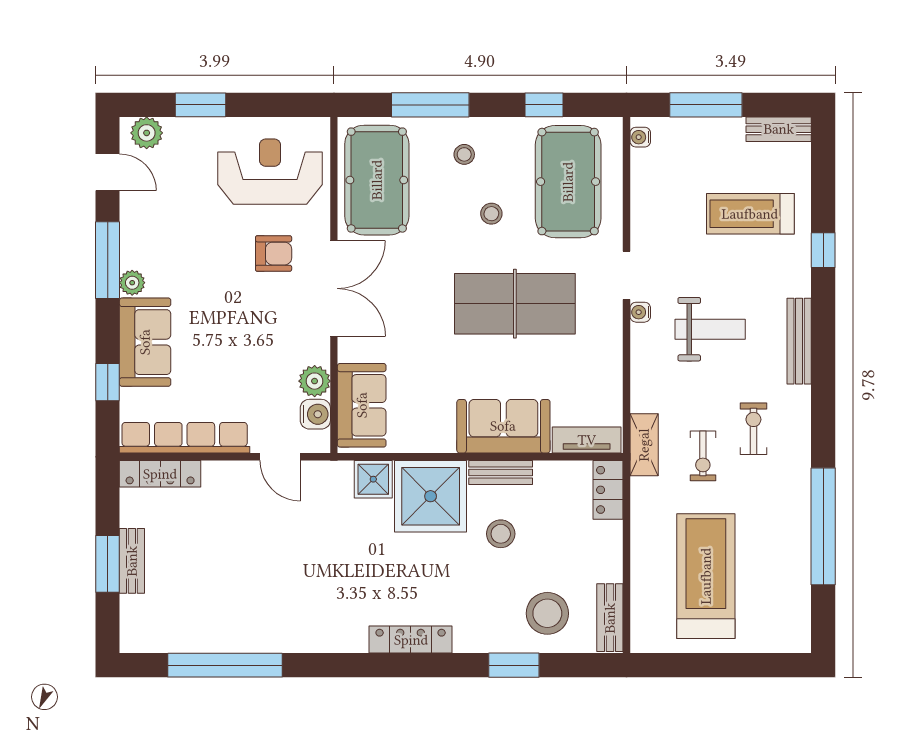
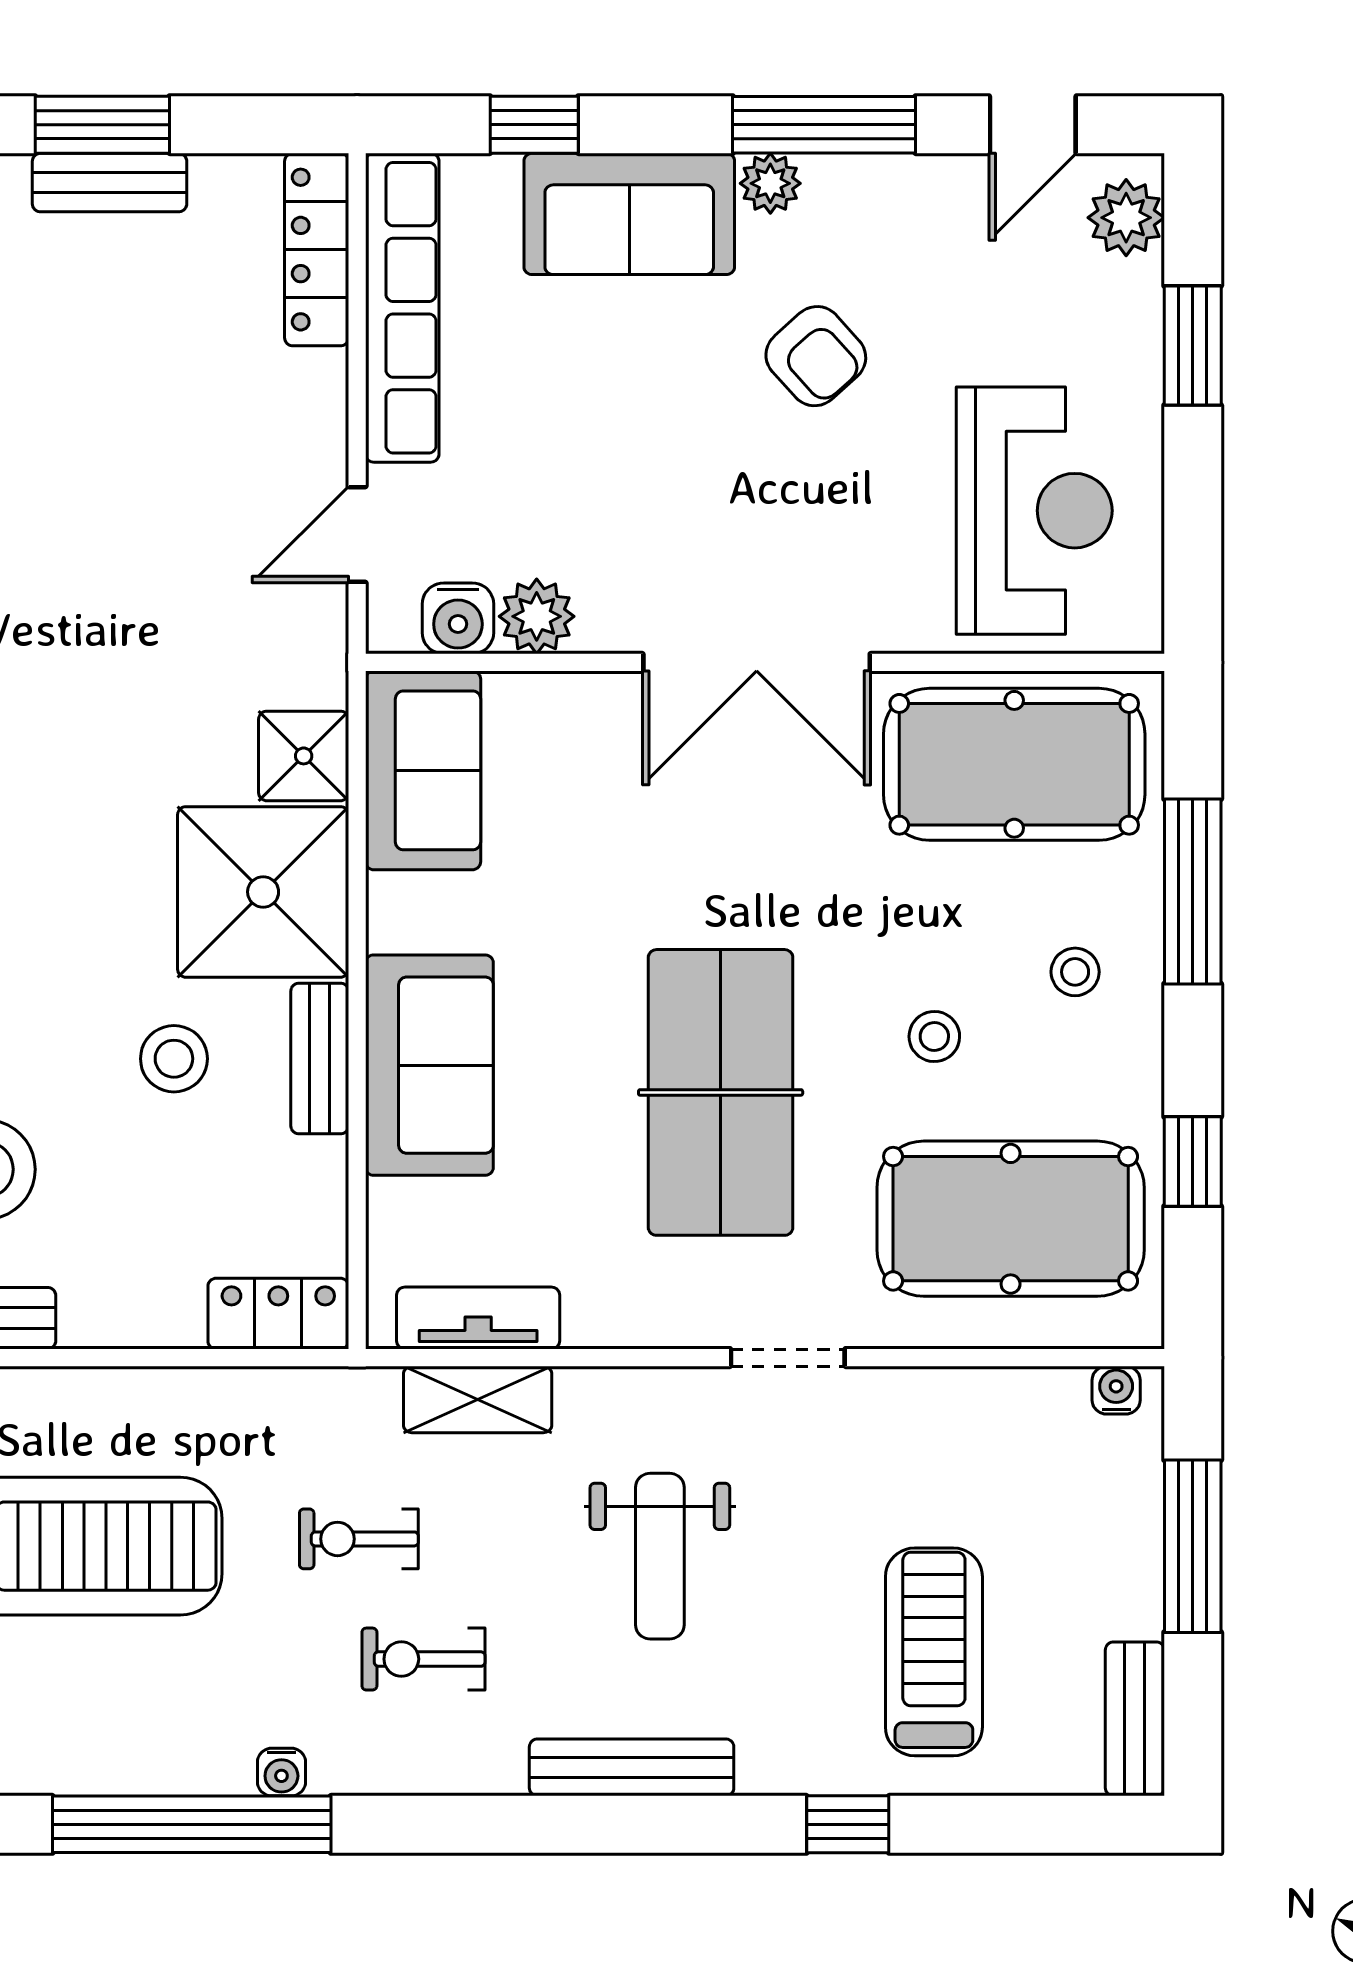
armchair: (274, 254) -> (816, 356), moved, turned -42
water cooler: (640, 312) -> (281, 1772), moved, turned 180
sofa: (362, 405) -> (423, 770), moved, turned -90
exercise bike: (753, 429) -> (423, 1659), turned 180
tv unit: (587, 440) -> (478, 1318), moved, turned -90
shelving: (644, 445) -> (478, 1399), moved

